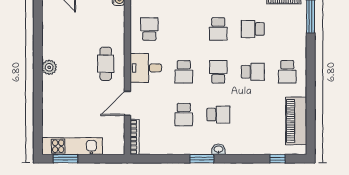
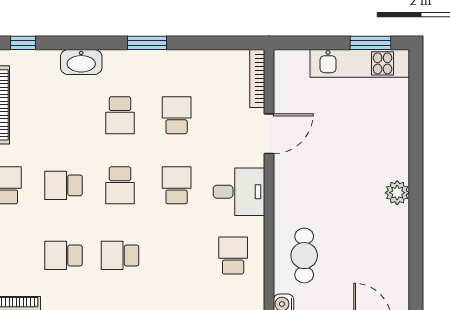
school desk: (149, 29) -> (233, 255), turned 180
school desk: (218, 29) -> (120, 255), turned -90
school desk: (253, 29) -> (63, 255), turned 180
cafe table: (106, 64) -> (304, 256), moved
school desk: (218, 115) -> (120, 115), turned -90
washbasin: (219, 149) -> (81, 62), moved, width x1.91, depth x1.45

